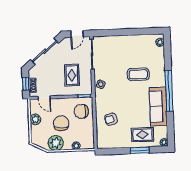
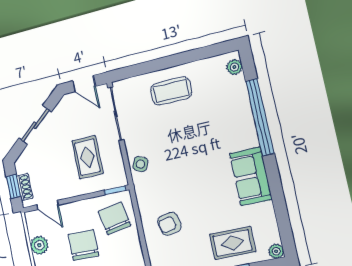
door: (77, 34) -> (84, 84), hinge flipped
sliding door: (45, 51) -> (35, 125), width x0.73
coffee table: (138, 74) -> (171, 91), moved
window: (169, 91) -> (260, 117), moved
sofa: (158, 106) -> (251, 176), width x0.73
chair: (81, 111) -> (114, 218), turned 79

